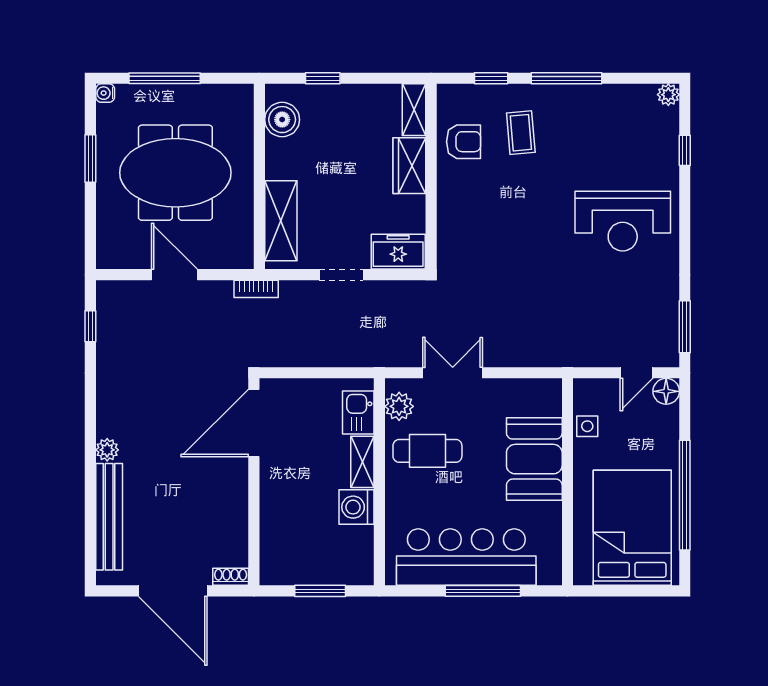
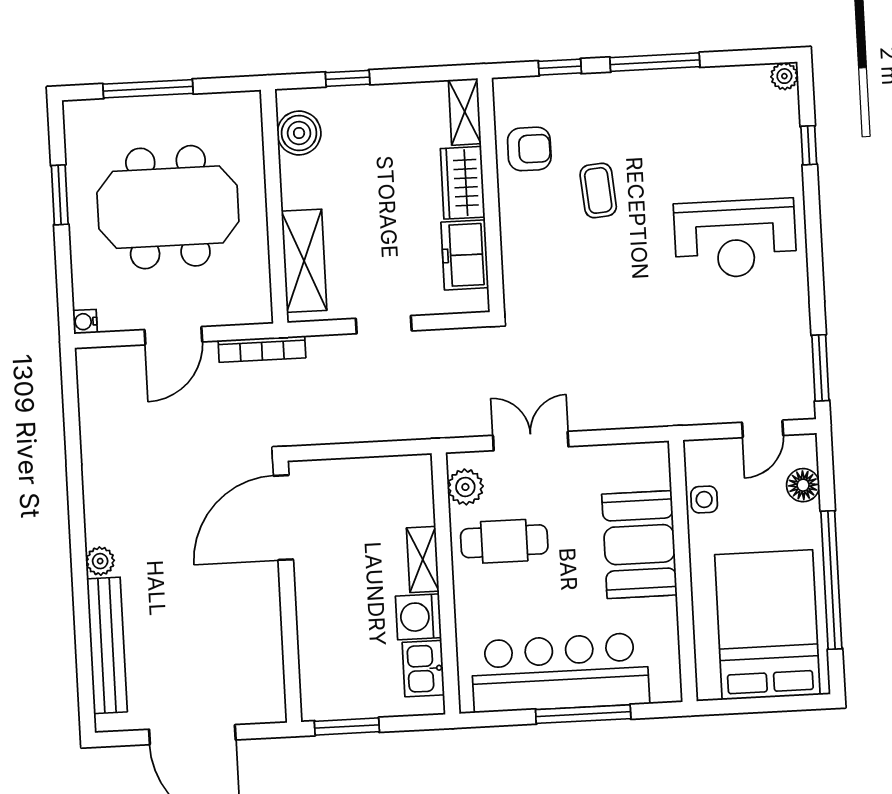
water cooler: (105, 93) -> (85, 322), moved
coffee table: (521, 133) -> (598, 190), moved
freezer: (398, 252) -> (465, 255), moved, turned -90
door: (174, 275) -> (173, 336), swing flipped
bookcase: (256, 289) -> (262, 349), width x1.56
window: (90, 326) -> (71, 406), removed
floor lamp: (666, 391) -> (803, 485), moved
kitchen sink: (358, 412) -> (423, 669), moved
shoe rack: (231, 577) -> (264, 713), removed
window: (320, 591) -> (347, 727), moved

